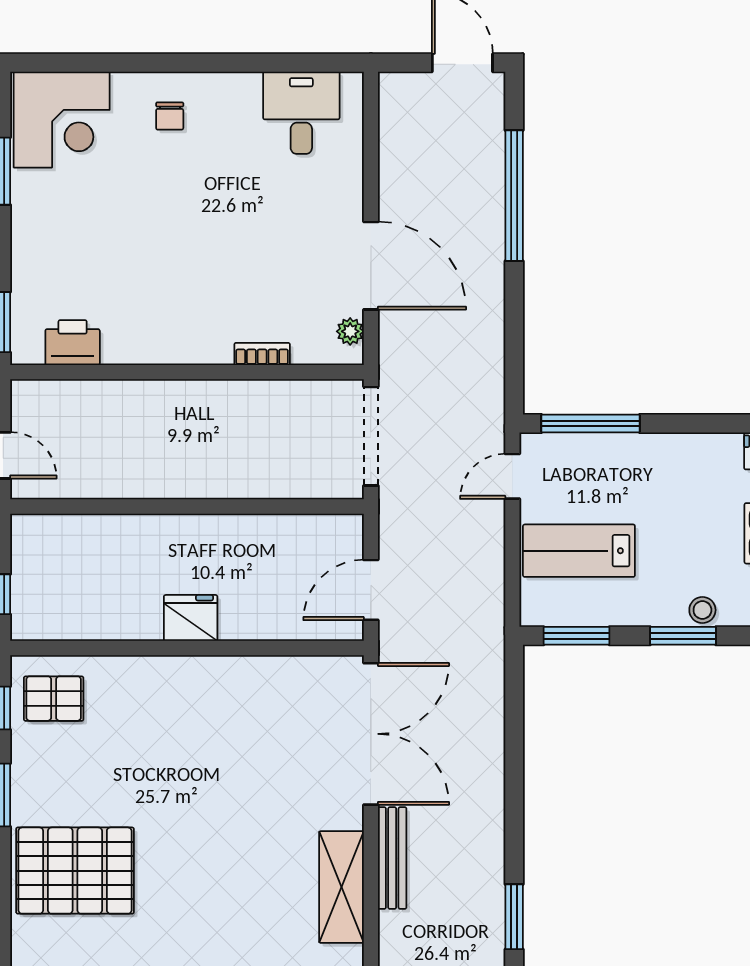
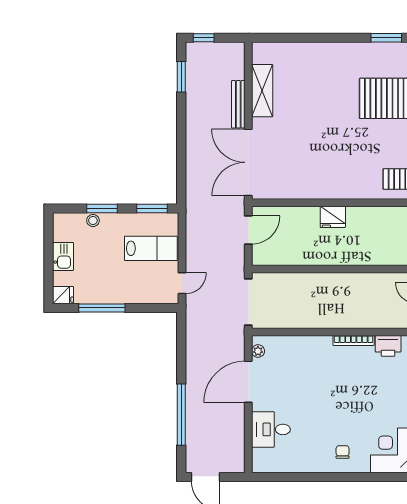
desk: (301, 113) -> (271, 429), moved, turned 90
door: (371, 266) -> (248, 382), hinge flipped
bookcase: (262, 354) -> (354, 340), moved, width x1.56
window: (590, 423) -> (102, 308), moved

